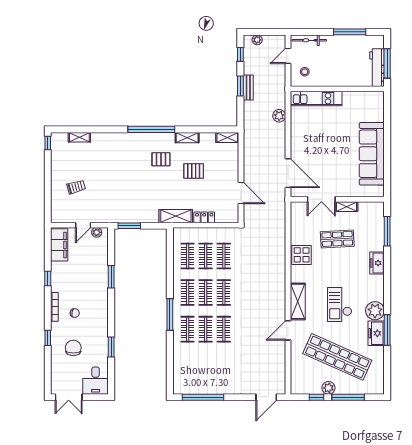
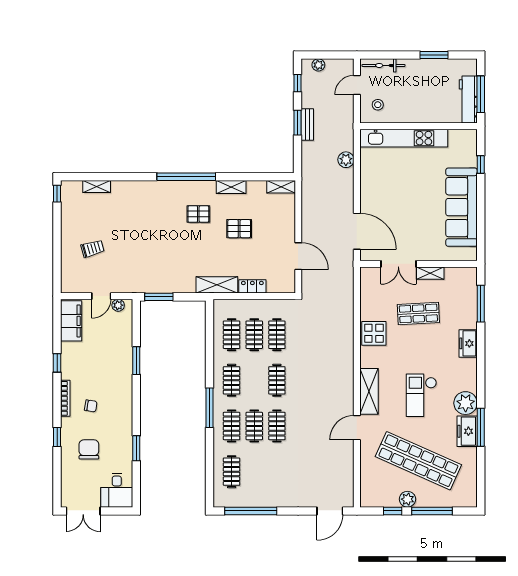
window: (350, 32) -> (434, 55), width x0.69
kitchen unit: (316, 98) -> (404, 138), width x1.36
window: (387, 120) -> (481, 165), added
clothes rail: (206, 293) -> (232, 472), moved

